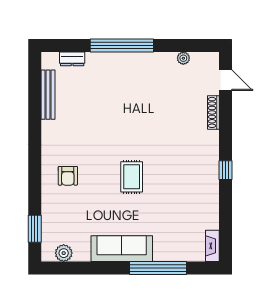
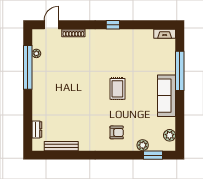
window: (122, 46) -> (28, 67), moved
rug: (132, 177) -> (117, 89), turned 90
plant: (49, 214) -> (143, 145), added

